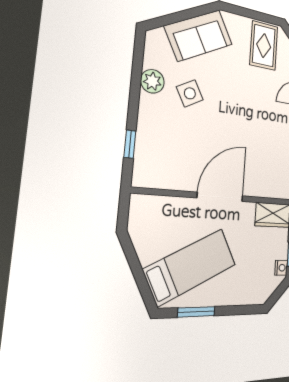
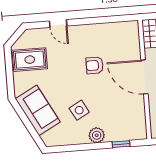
plant: (152, 81) -> (97, 135), moved
armchair: (245, 130) -> (95, 65), added

